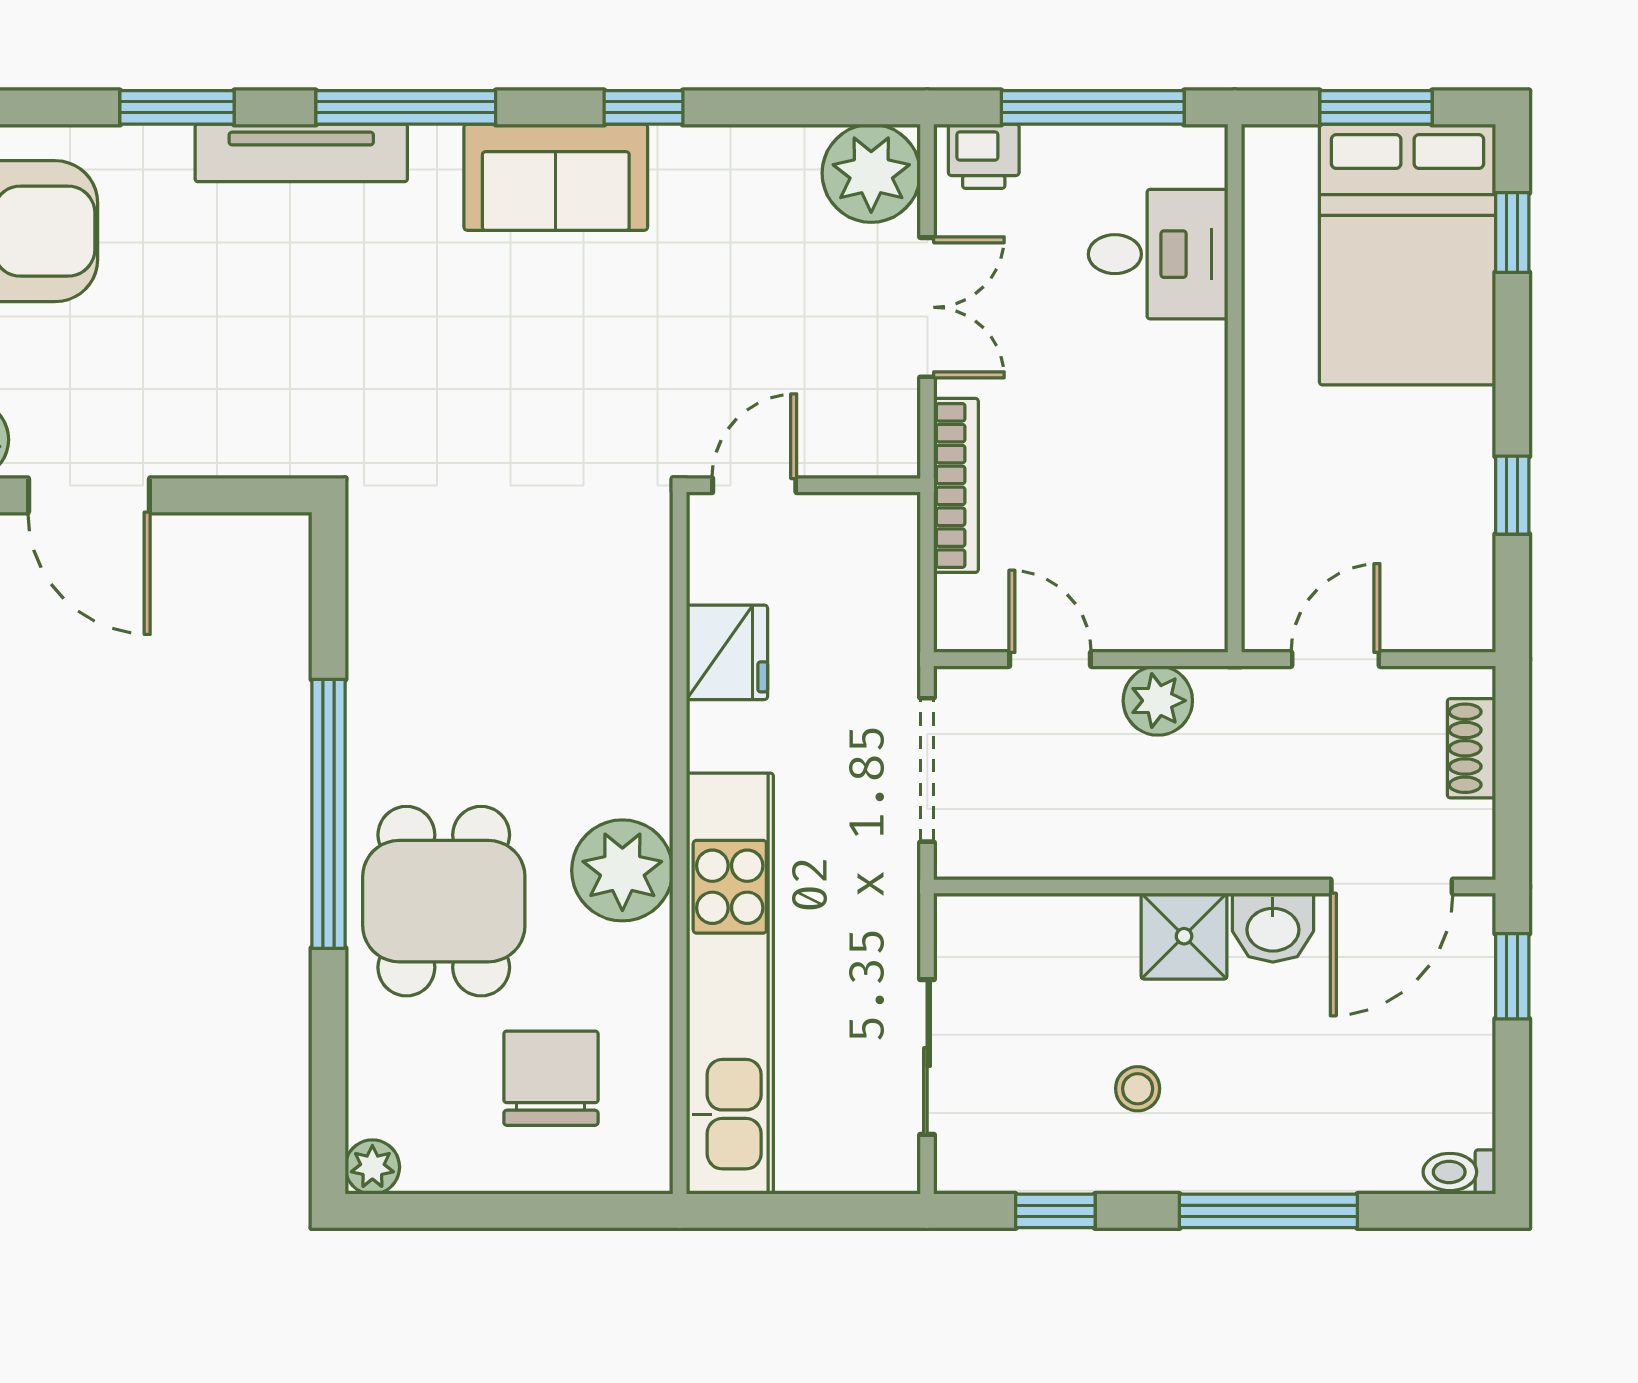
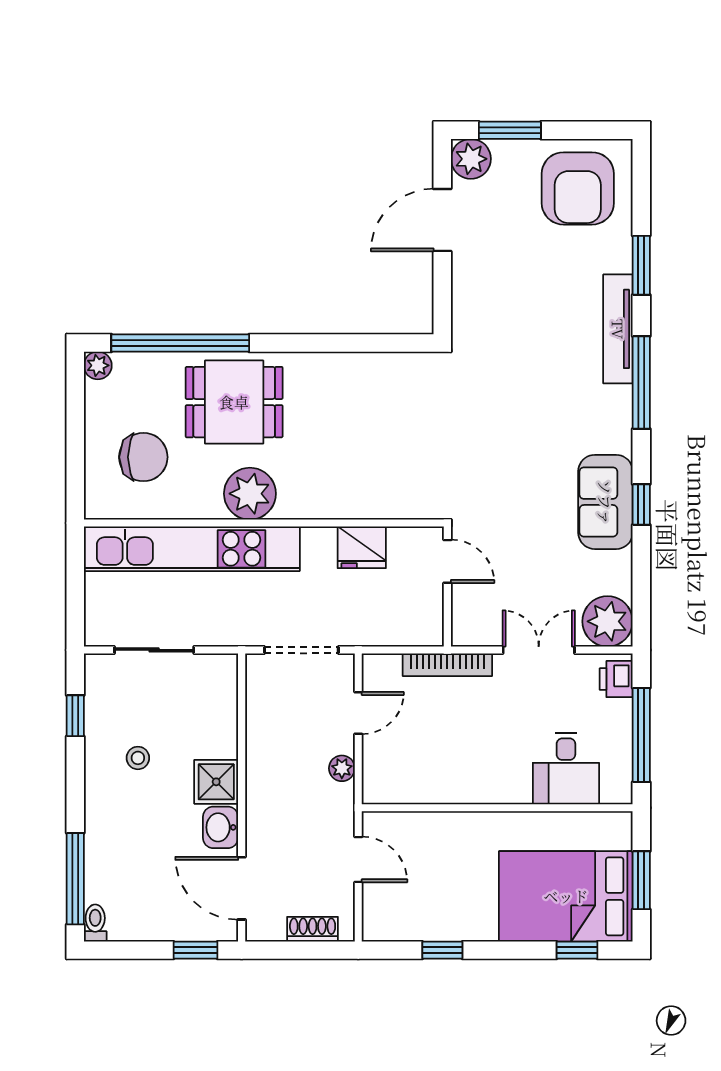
sofa: (556, 177) -> (605, 502), moved
double door: (927, 307) -> (539, 650), swing flipped
plant: (1158, 701) -> (342, 768), width x0.73, depth x0.73
window: (328, 814) -> (180, 343), moved
window: (1268, 1211) -> (75, 879), moved

